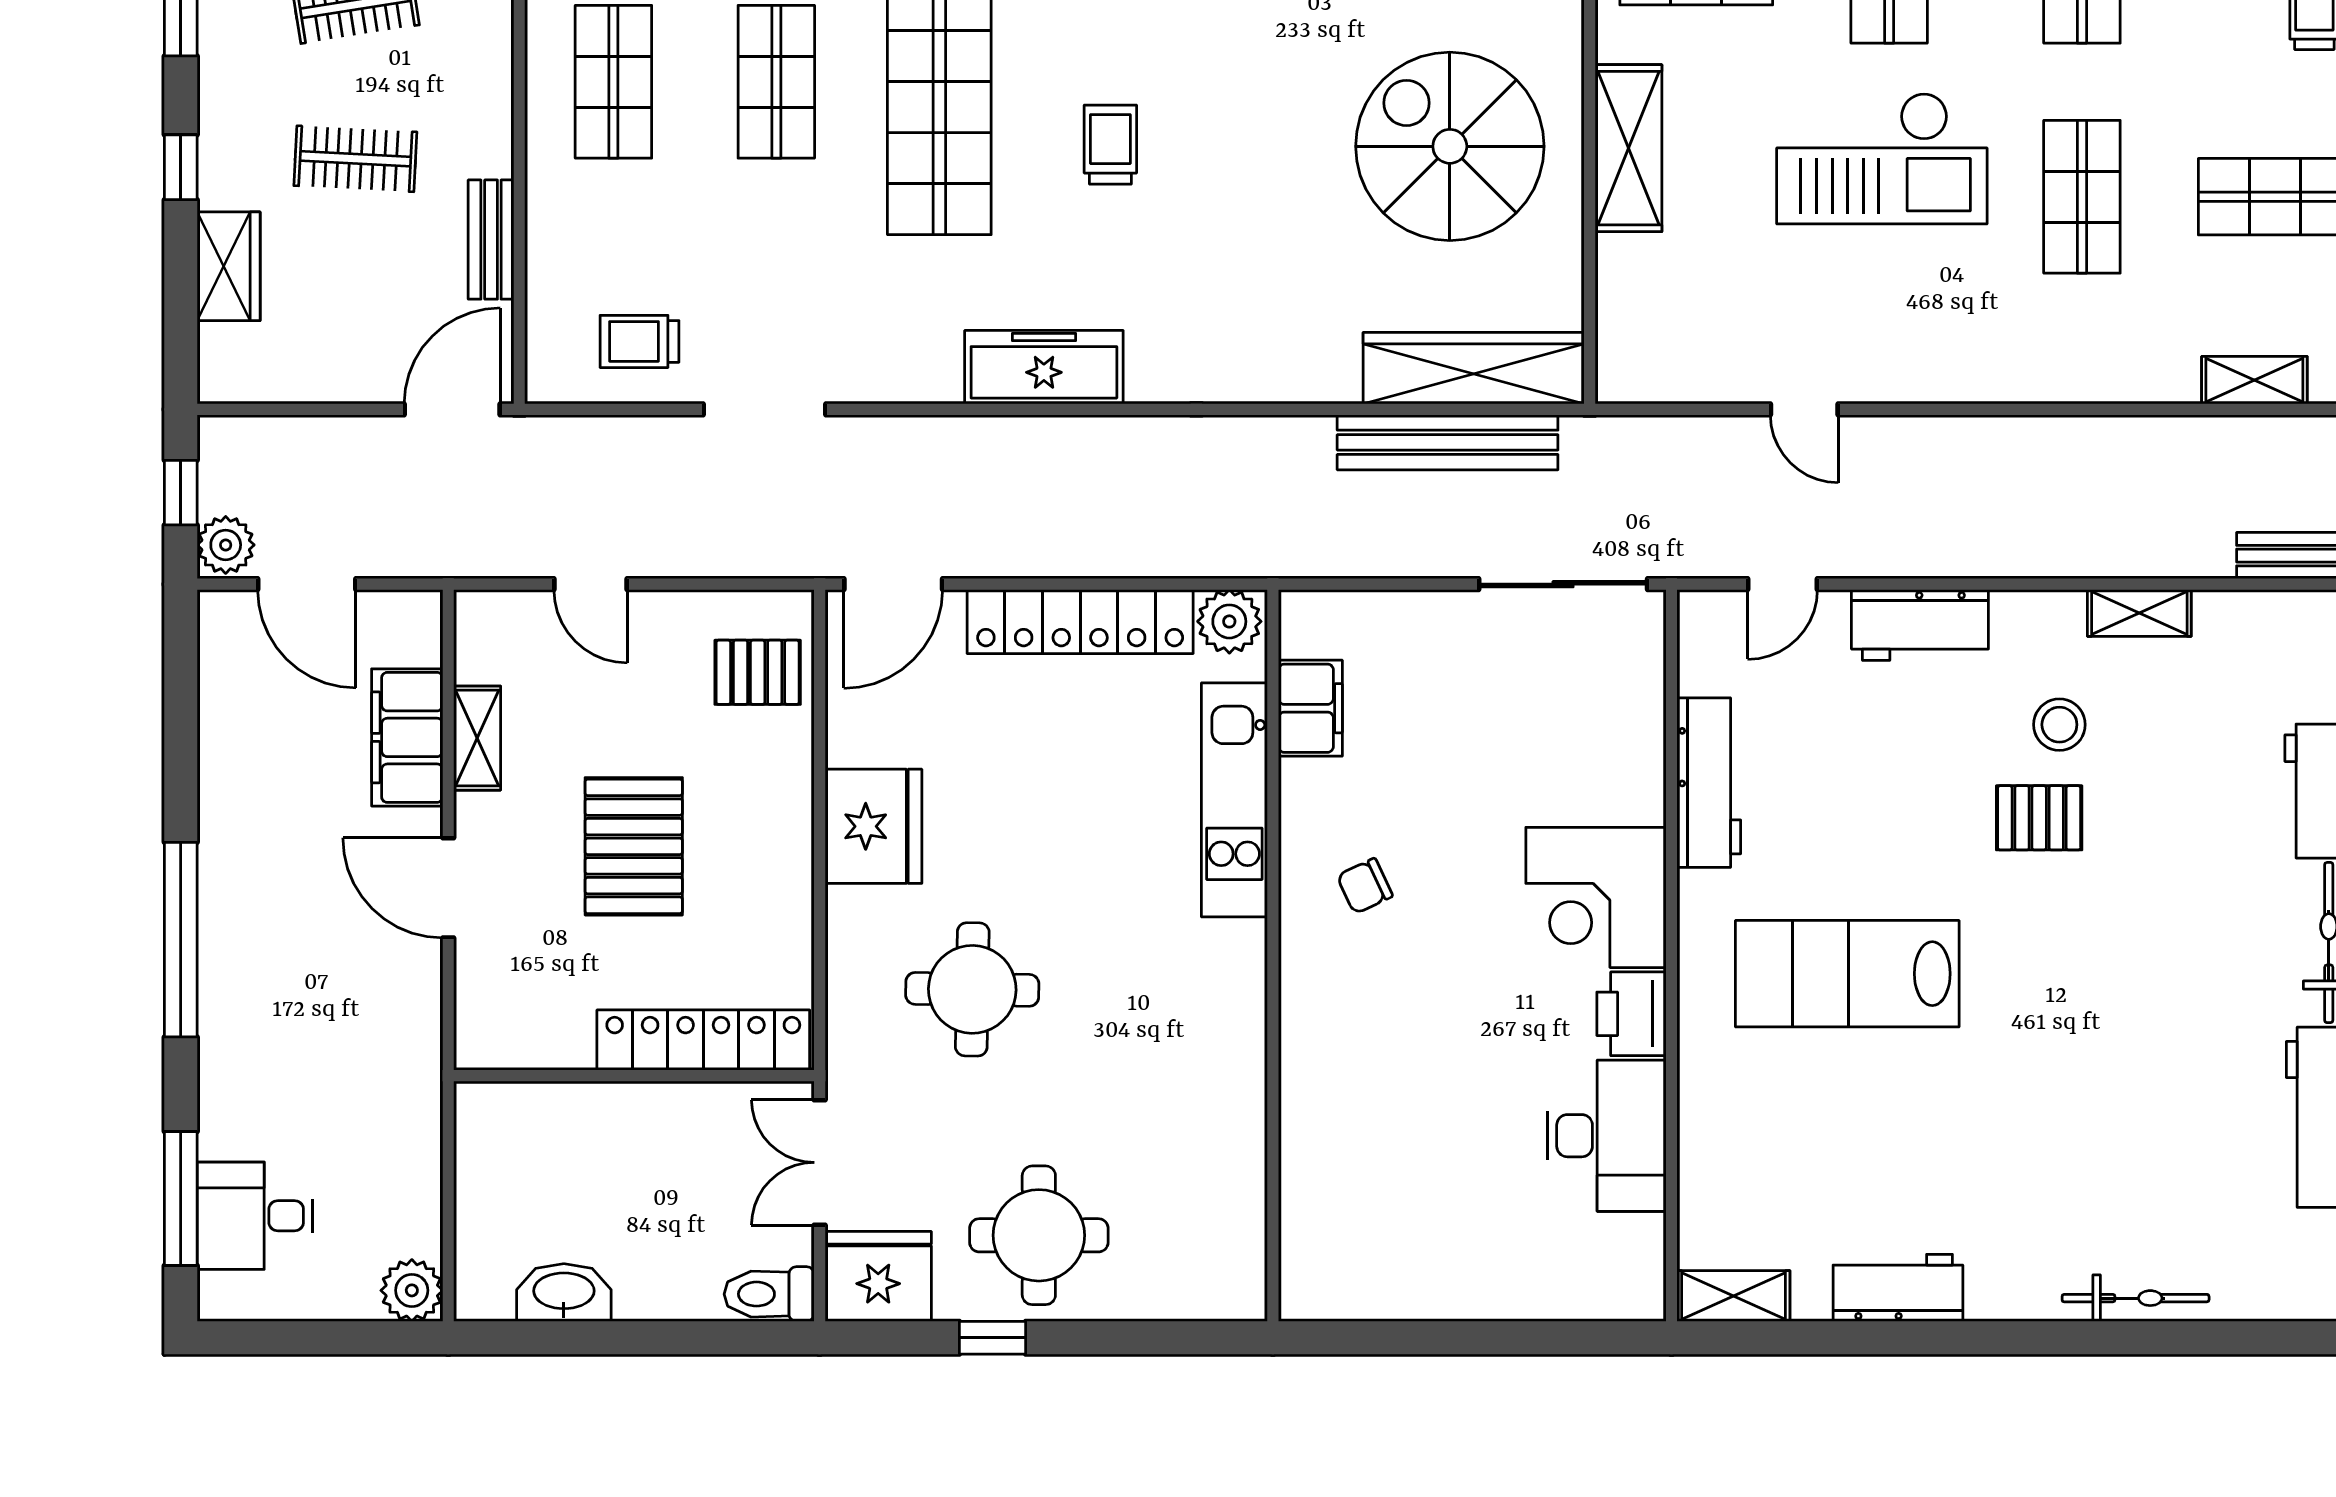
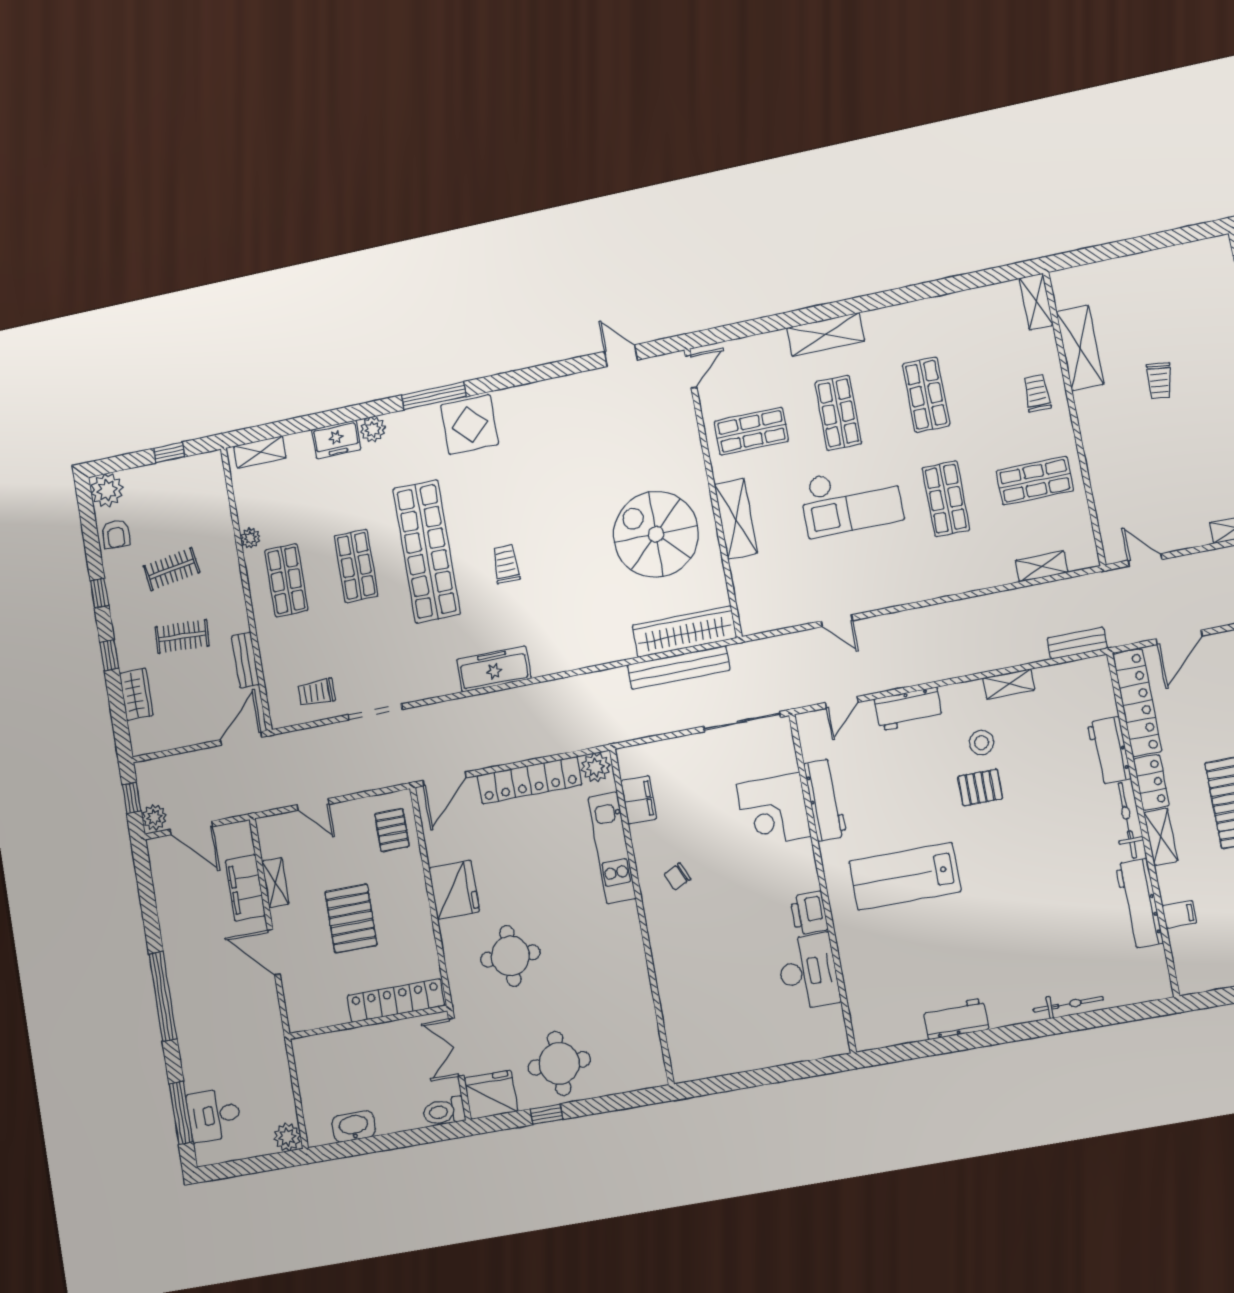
pallet: (758, 672) -> (392, 830), turned 90
corner desk: (1596, 897) -> (774, 810), moved
shelving: (1734, 1296) -> (880, 1036), removed

